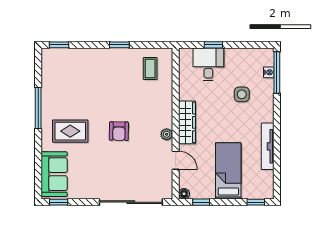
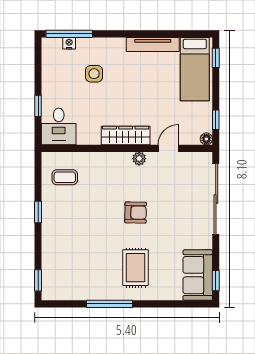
desk: (208, 64) -> (59, 126), moved, turned -90
bed: (228, 171) -> (195, 69), moved, turned -90
sofa: (54, 174) -> (198, 275), moved, turned -90

